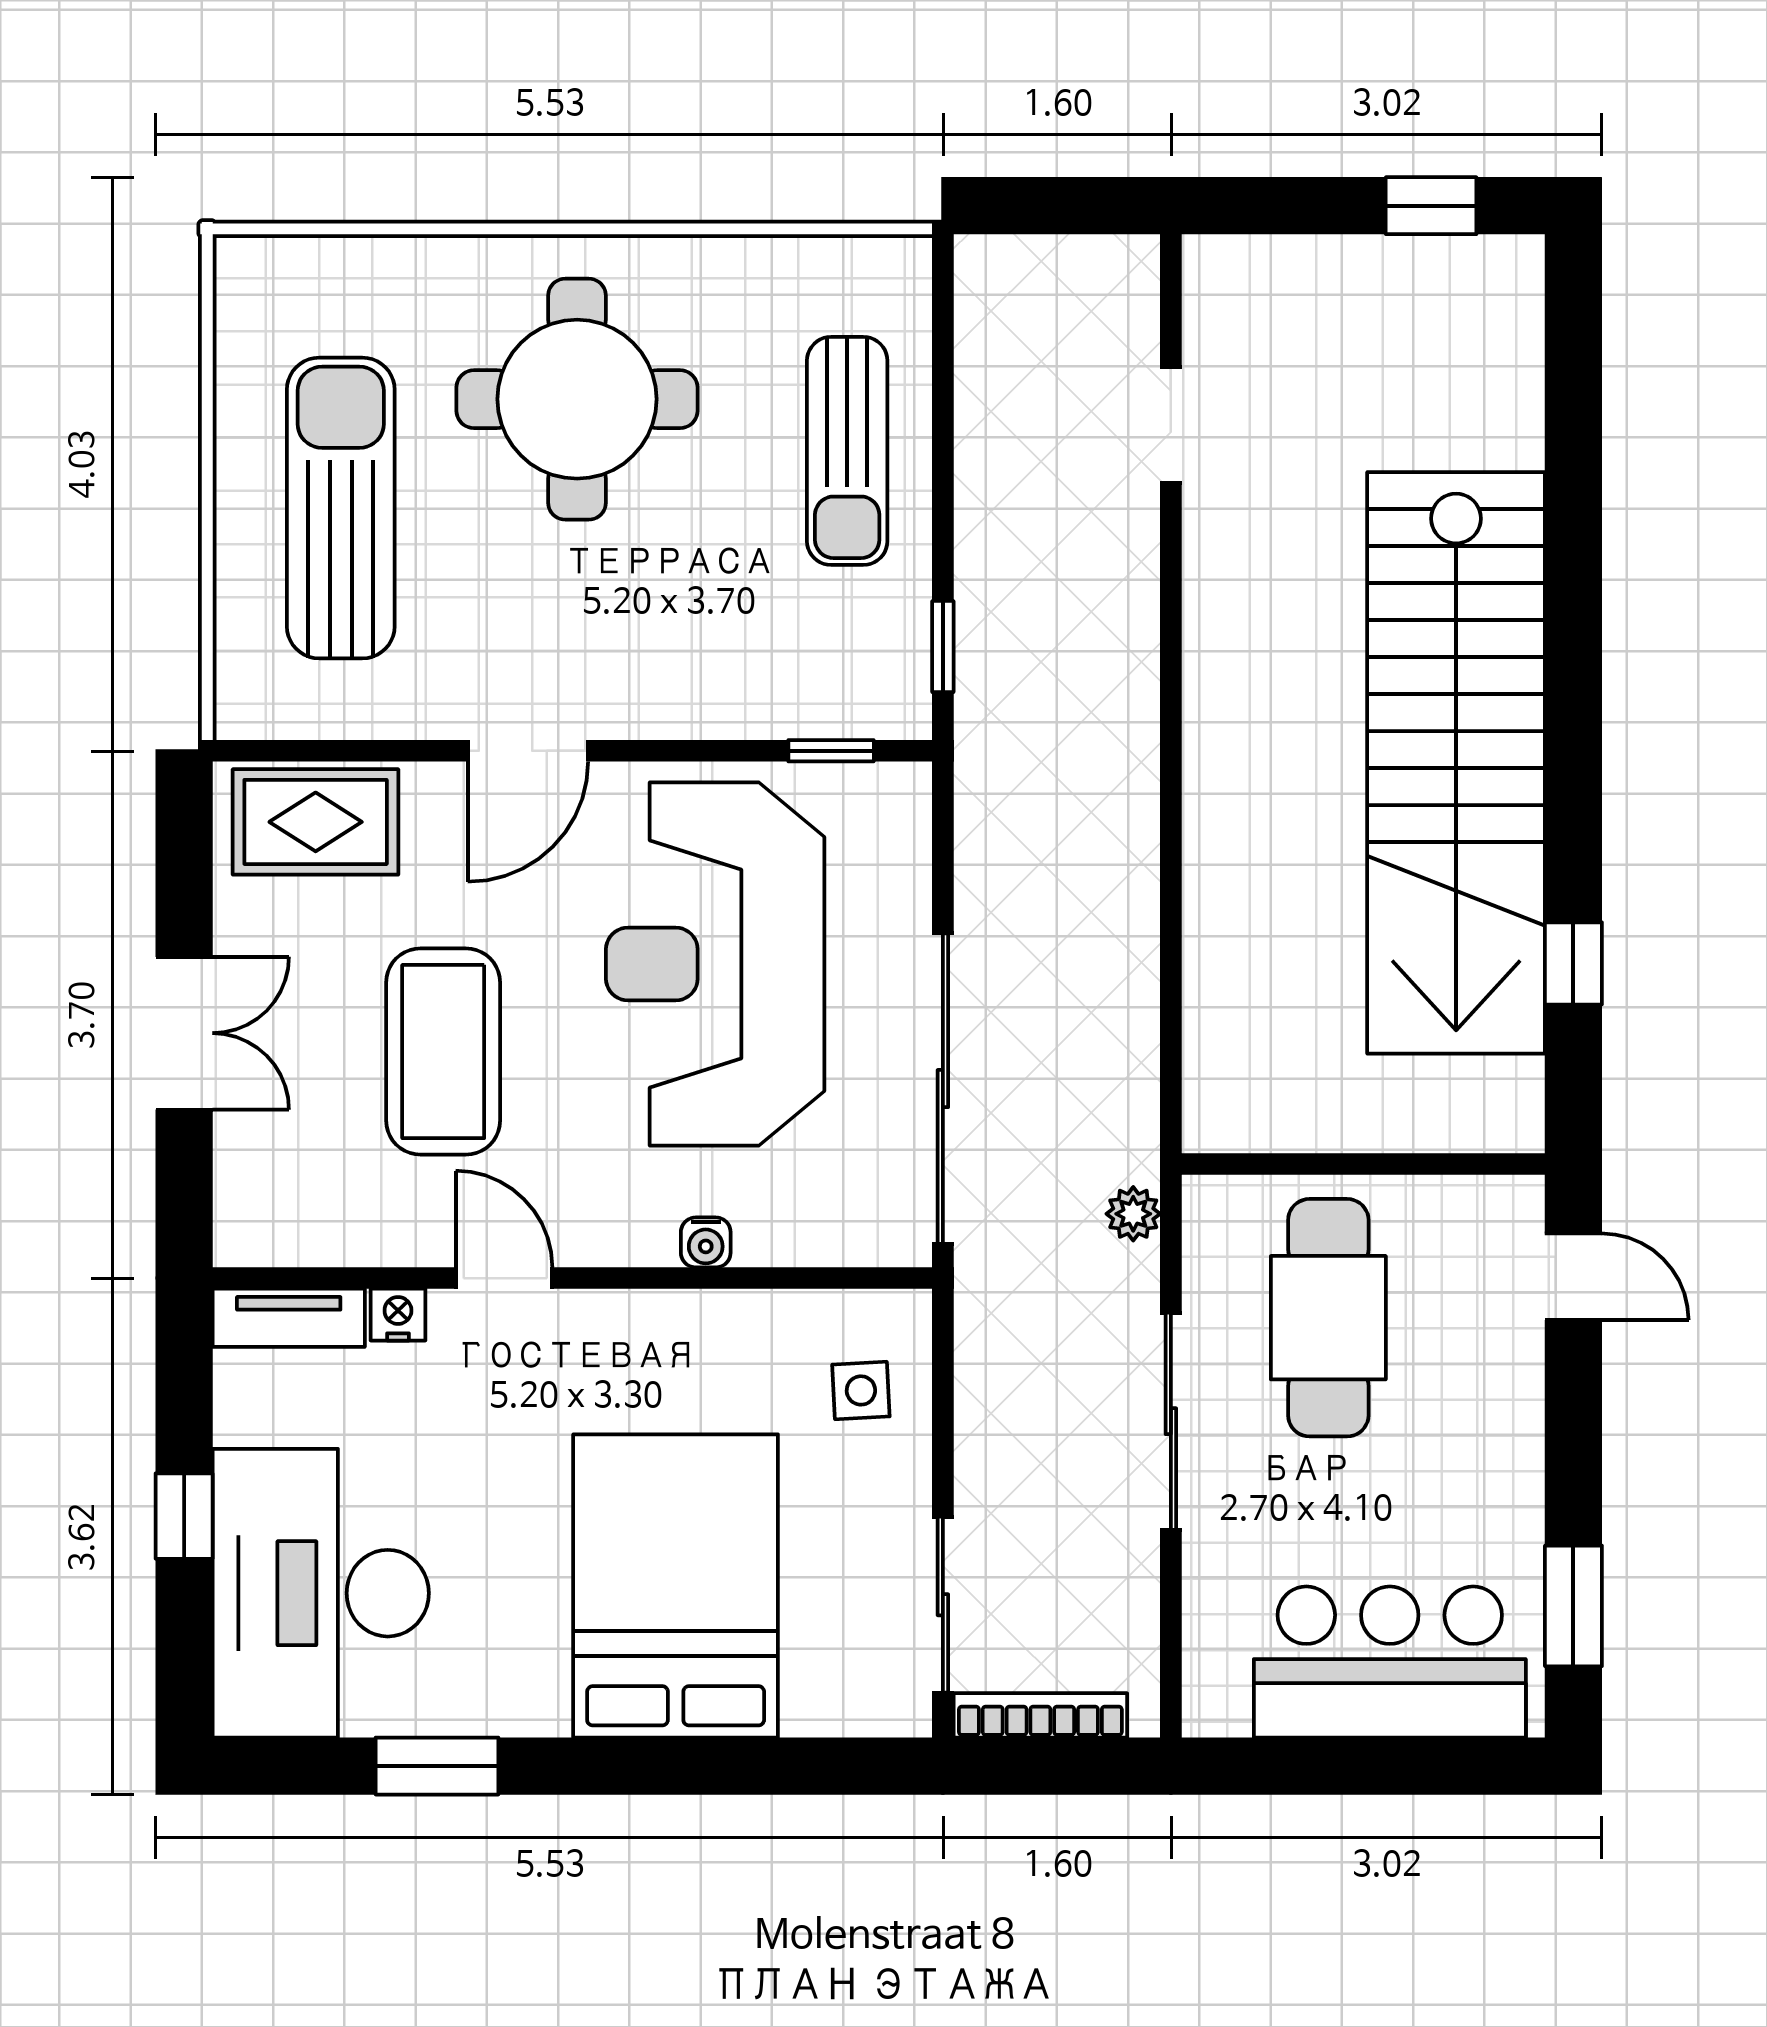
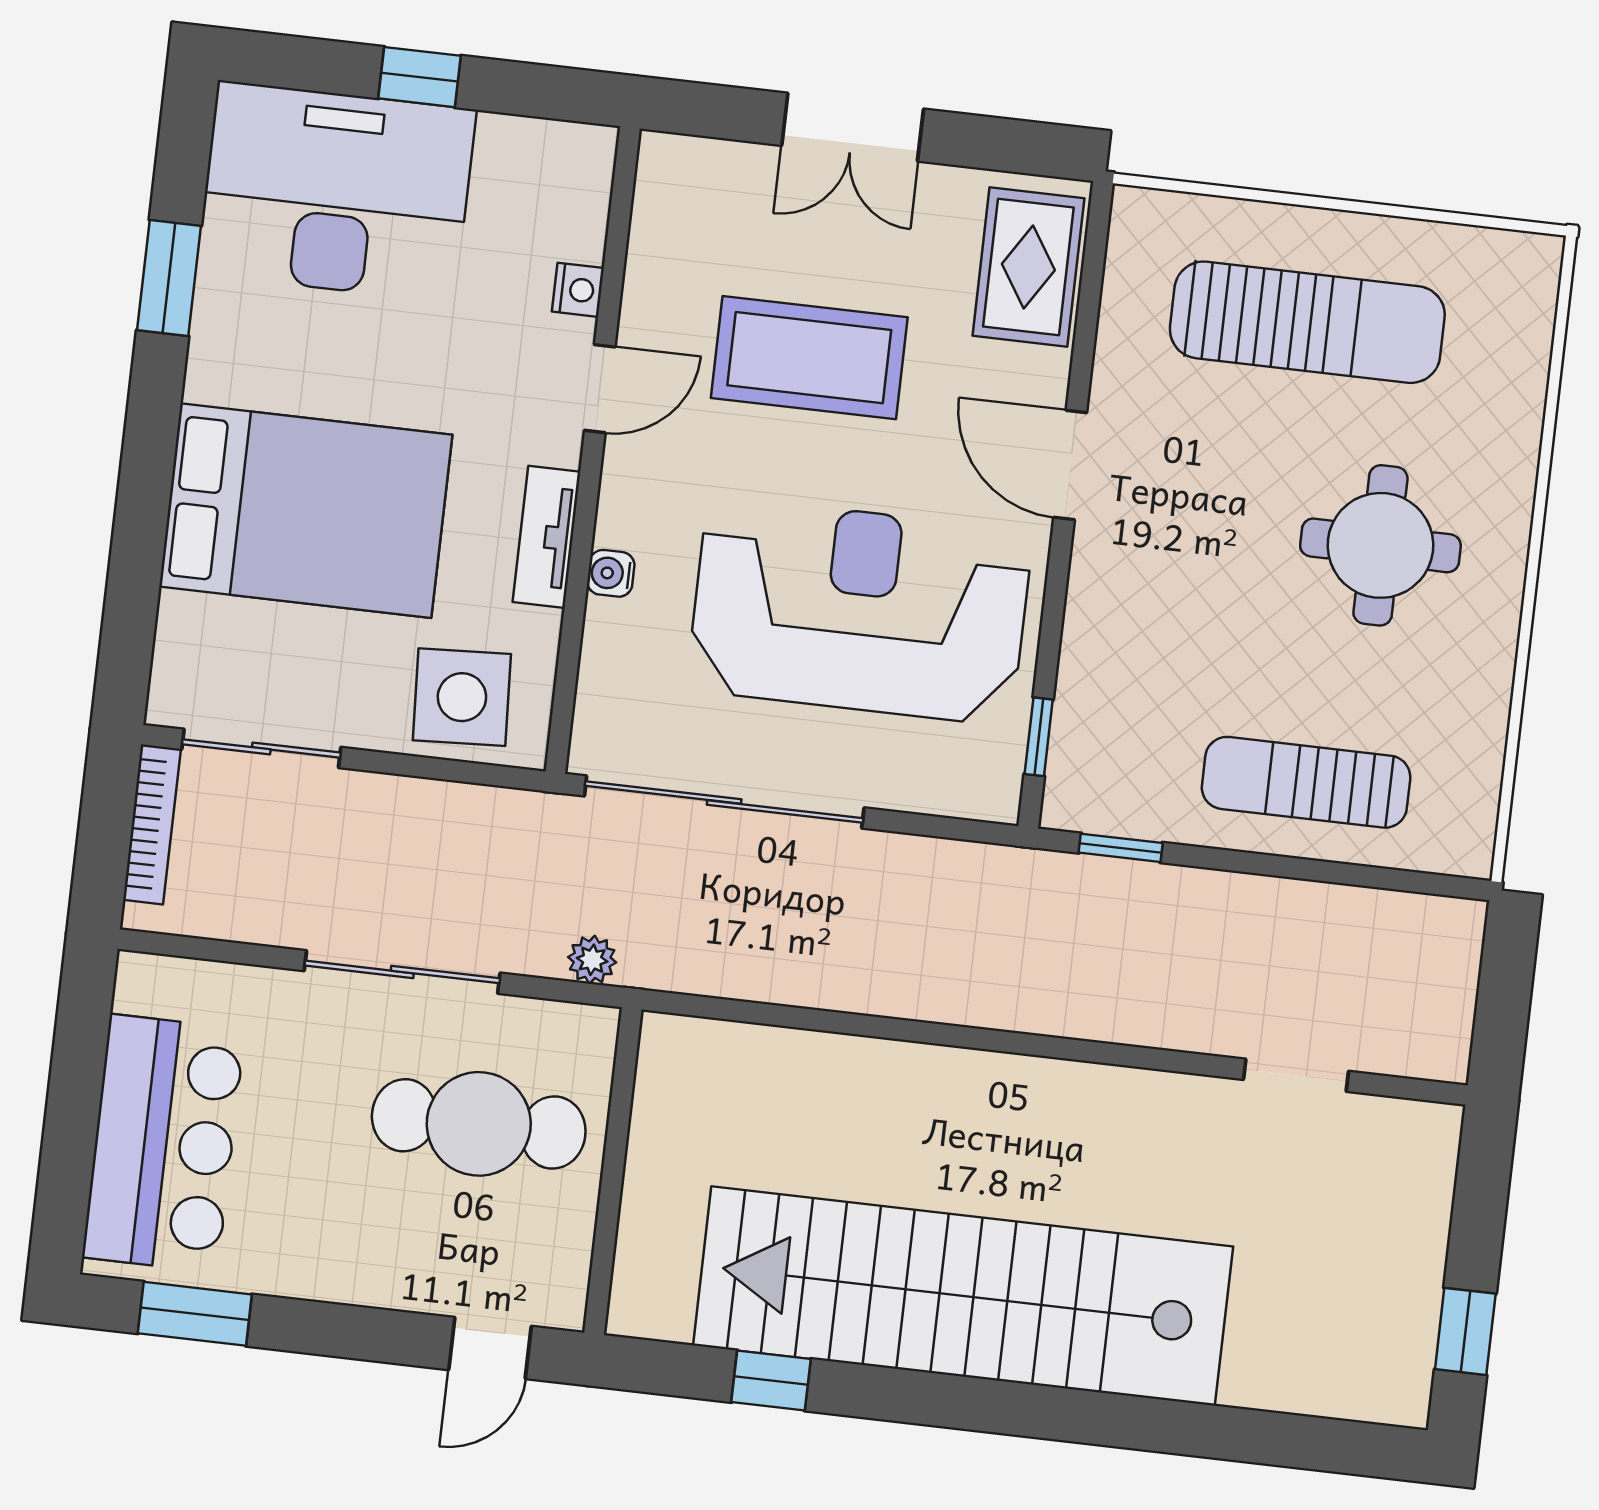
round table: (577, 399) -> (1380, 545), width x0.73, depth x0.73
tv unit: (289, 1318) -> (547, 537), moved
side table: (861, 1390) -> (462, 697), width x1.87, depth x1.87

